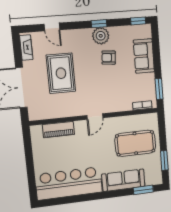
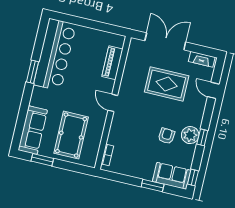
door: (52, 27) -> (213, 90), hinge flipped
sofa: (144, 56) -> (172, 176), moved
window: (159, 89) -> (153, 186), moved
sofa: (123, 180) -> (33, 130), moved
window: (143, 190) -> (33, 72), moved

